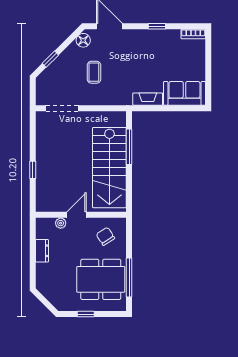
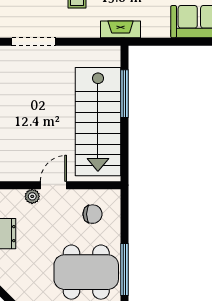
fireplace: (148, 99) -> (121, 29), moved
chair: (105, 236) -> (92, 214), turned 123

